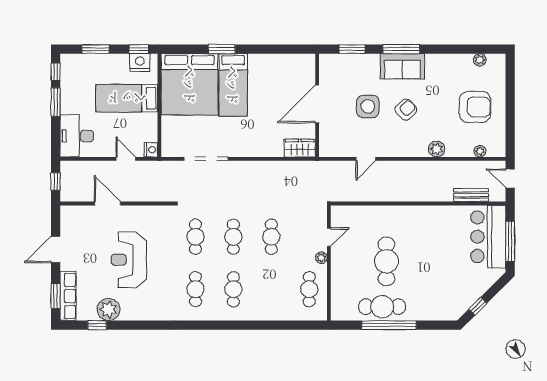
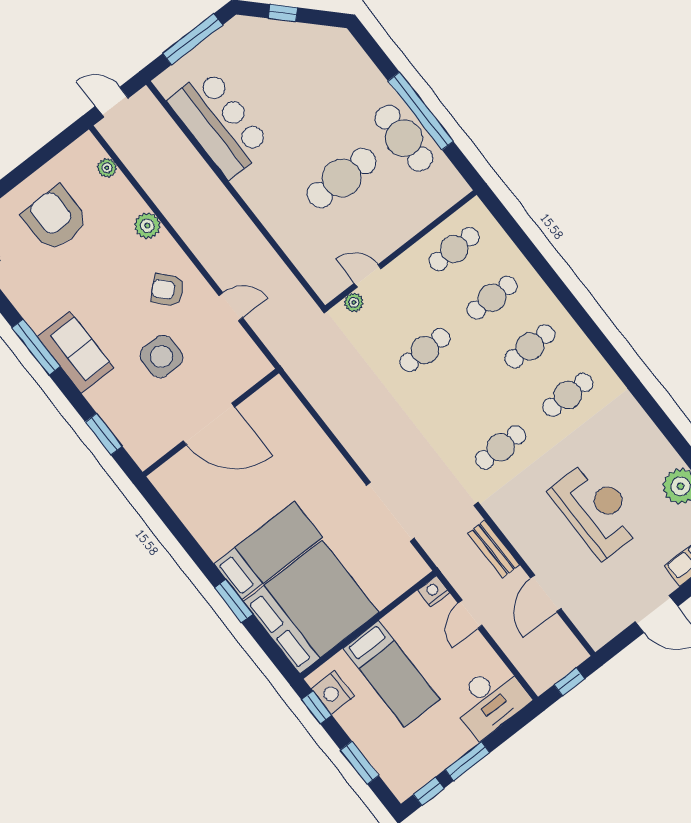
window: (401, 49) -> (36, 347), moved
armchair: (406, 110) -> (168, 290), moved
wardrobe: (300, 148) -> (283, 402), removed
door: (510, 179) -> (112, 102), swing flipped
bench: (471, 195) -> (494, 549), moved
cafe table: (233, 237) -> (492, 298), moved
bar counter: (488, 237) -> (219, 123), moved, turned -90
plant: (321, 258) -> (354, 302), moved
reception desk: (129, 260) -> (596, 510), turned -90
window: (478, 306) -> (283, 13), moved

